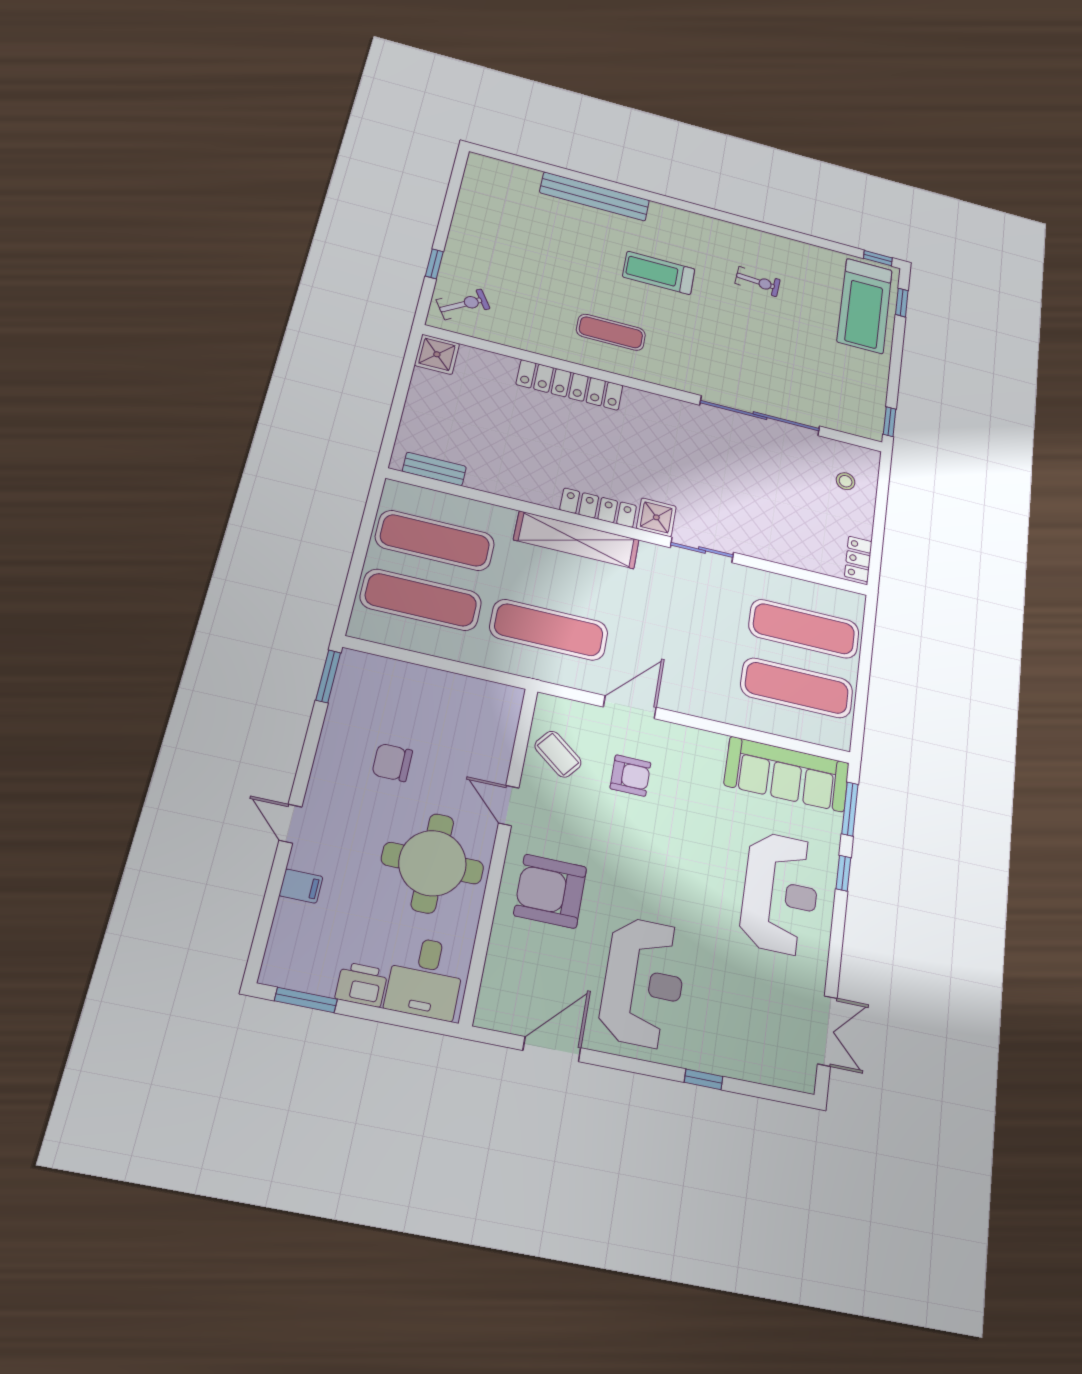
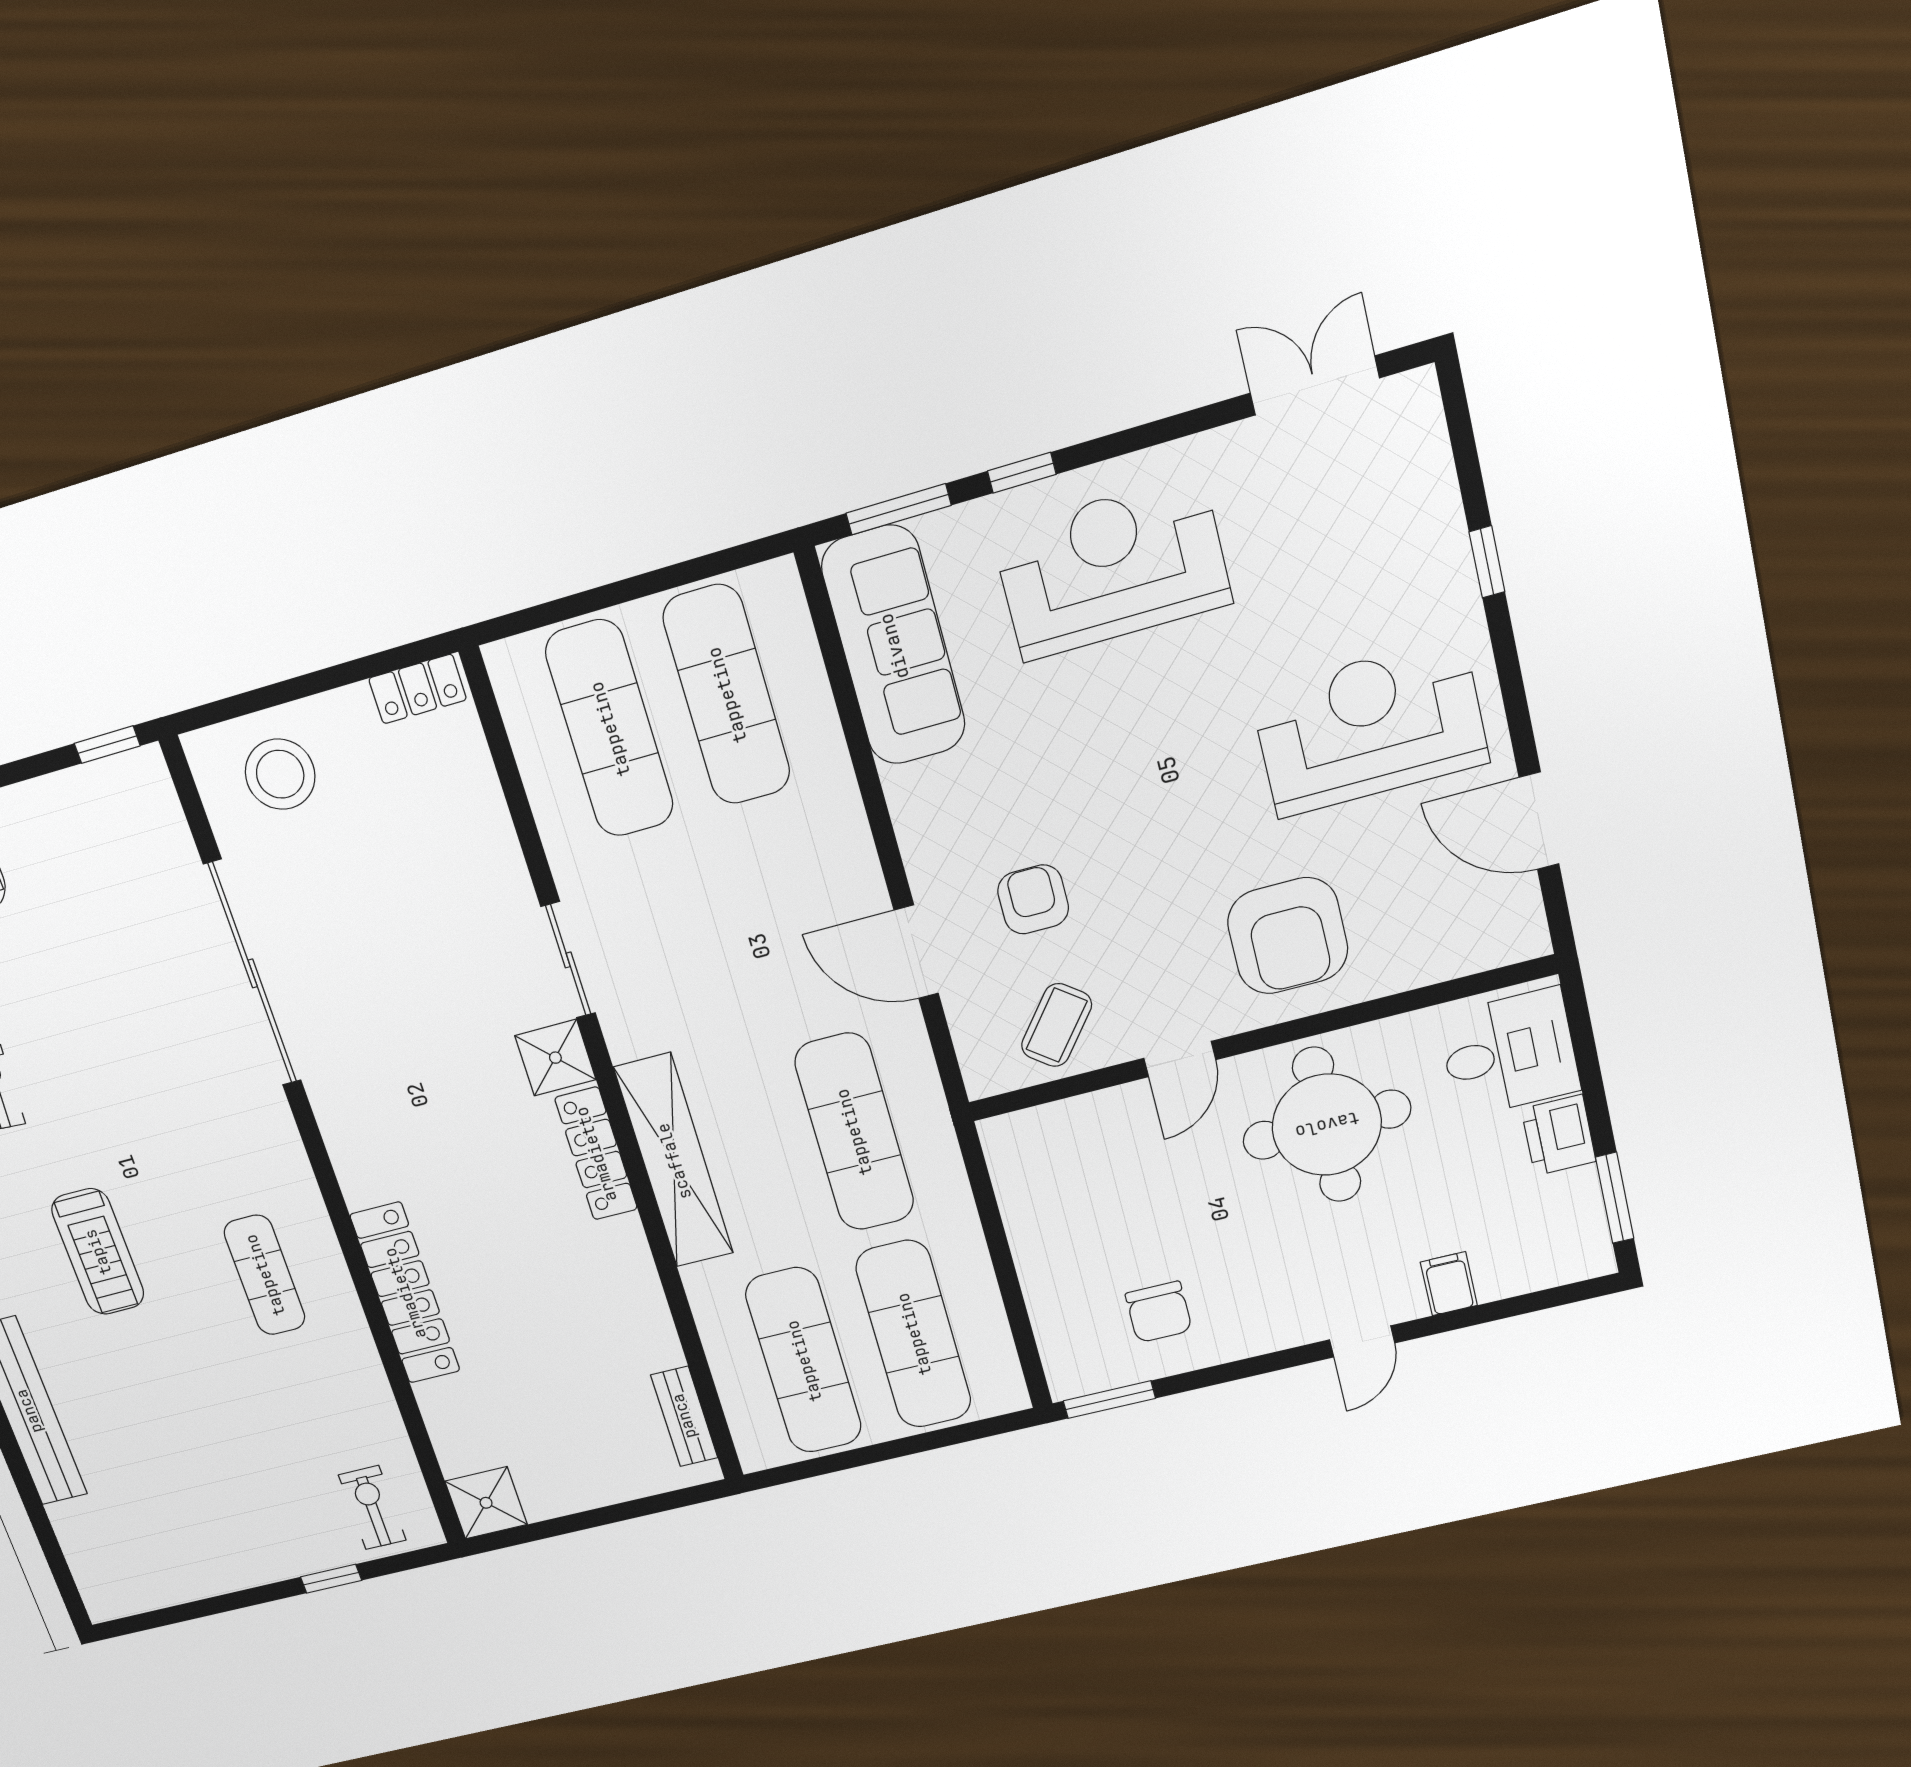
exercise bike: (463, 304) -> (372, 1508), turned 33
stool: (846, 481) -> (280, 774), width x1.89, depth x1.89
chair: (392, 762) -> (1159, 1312), moved

